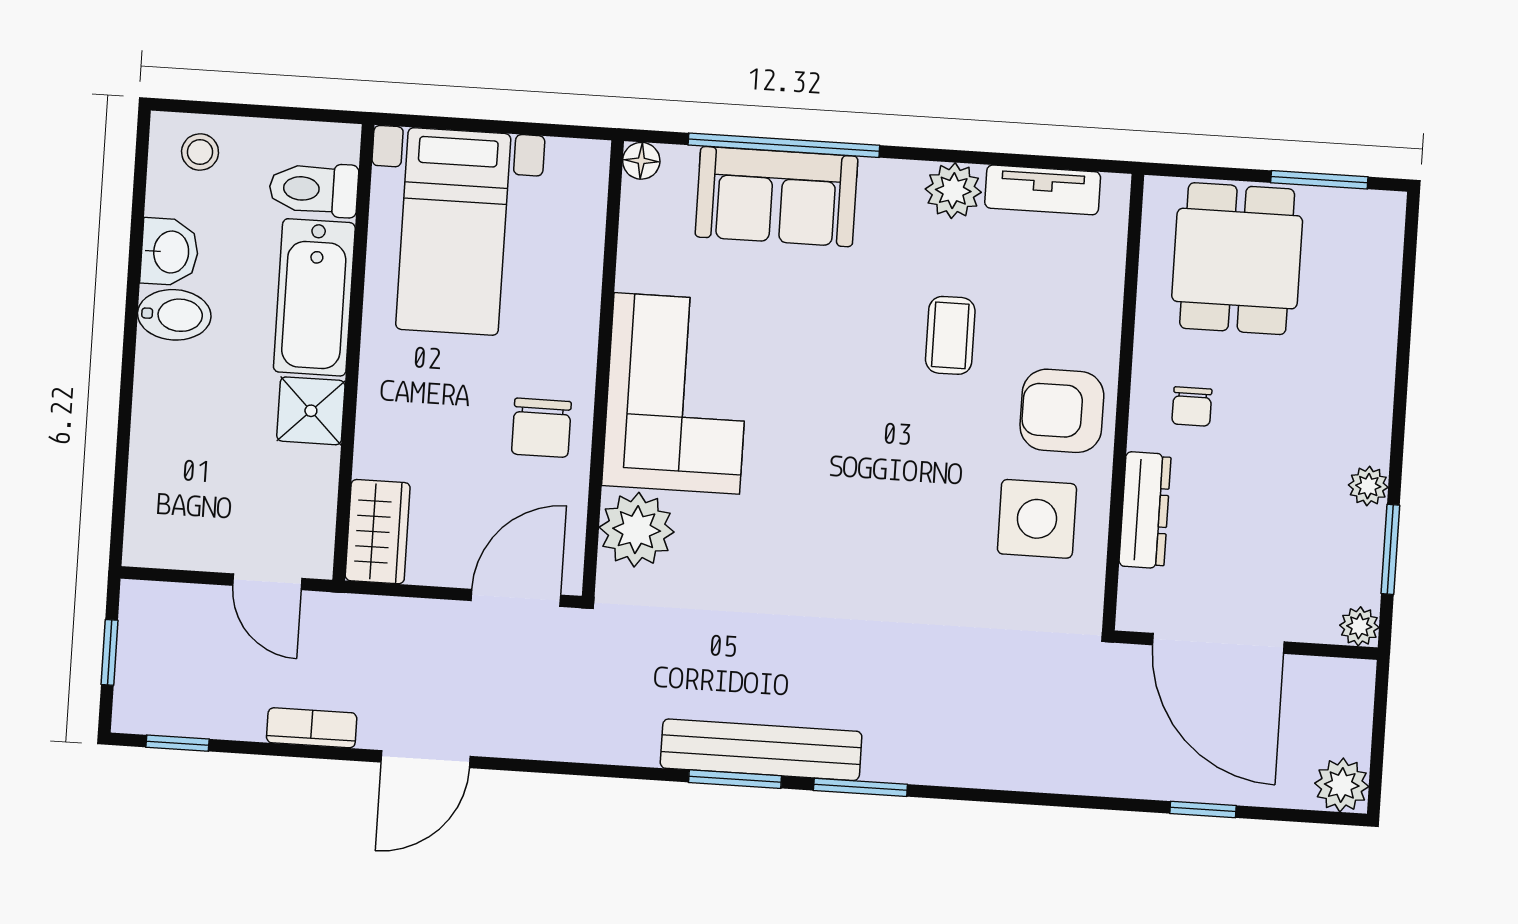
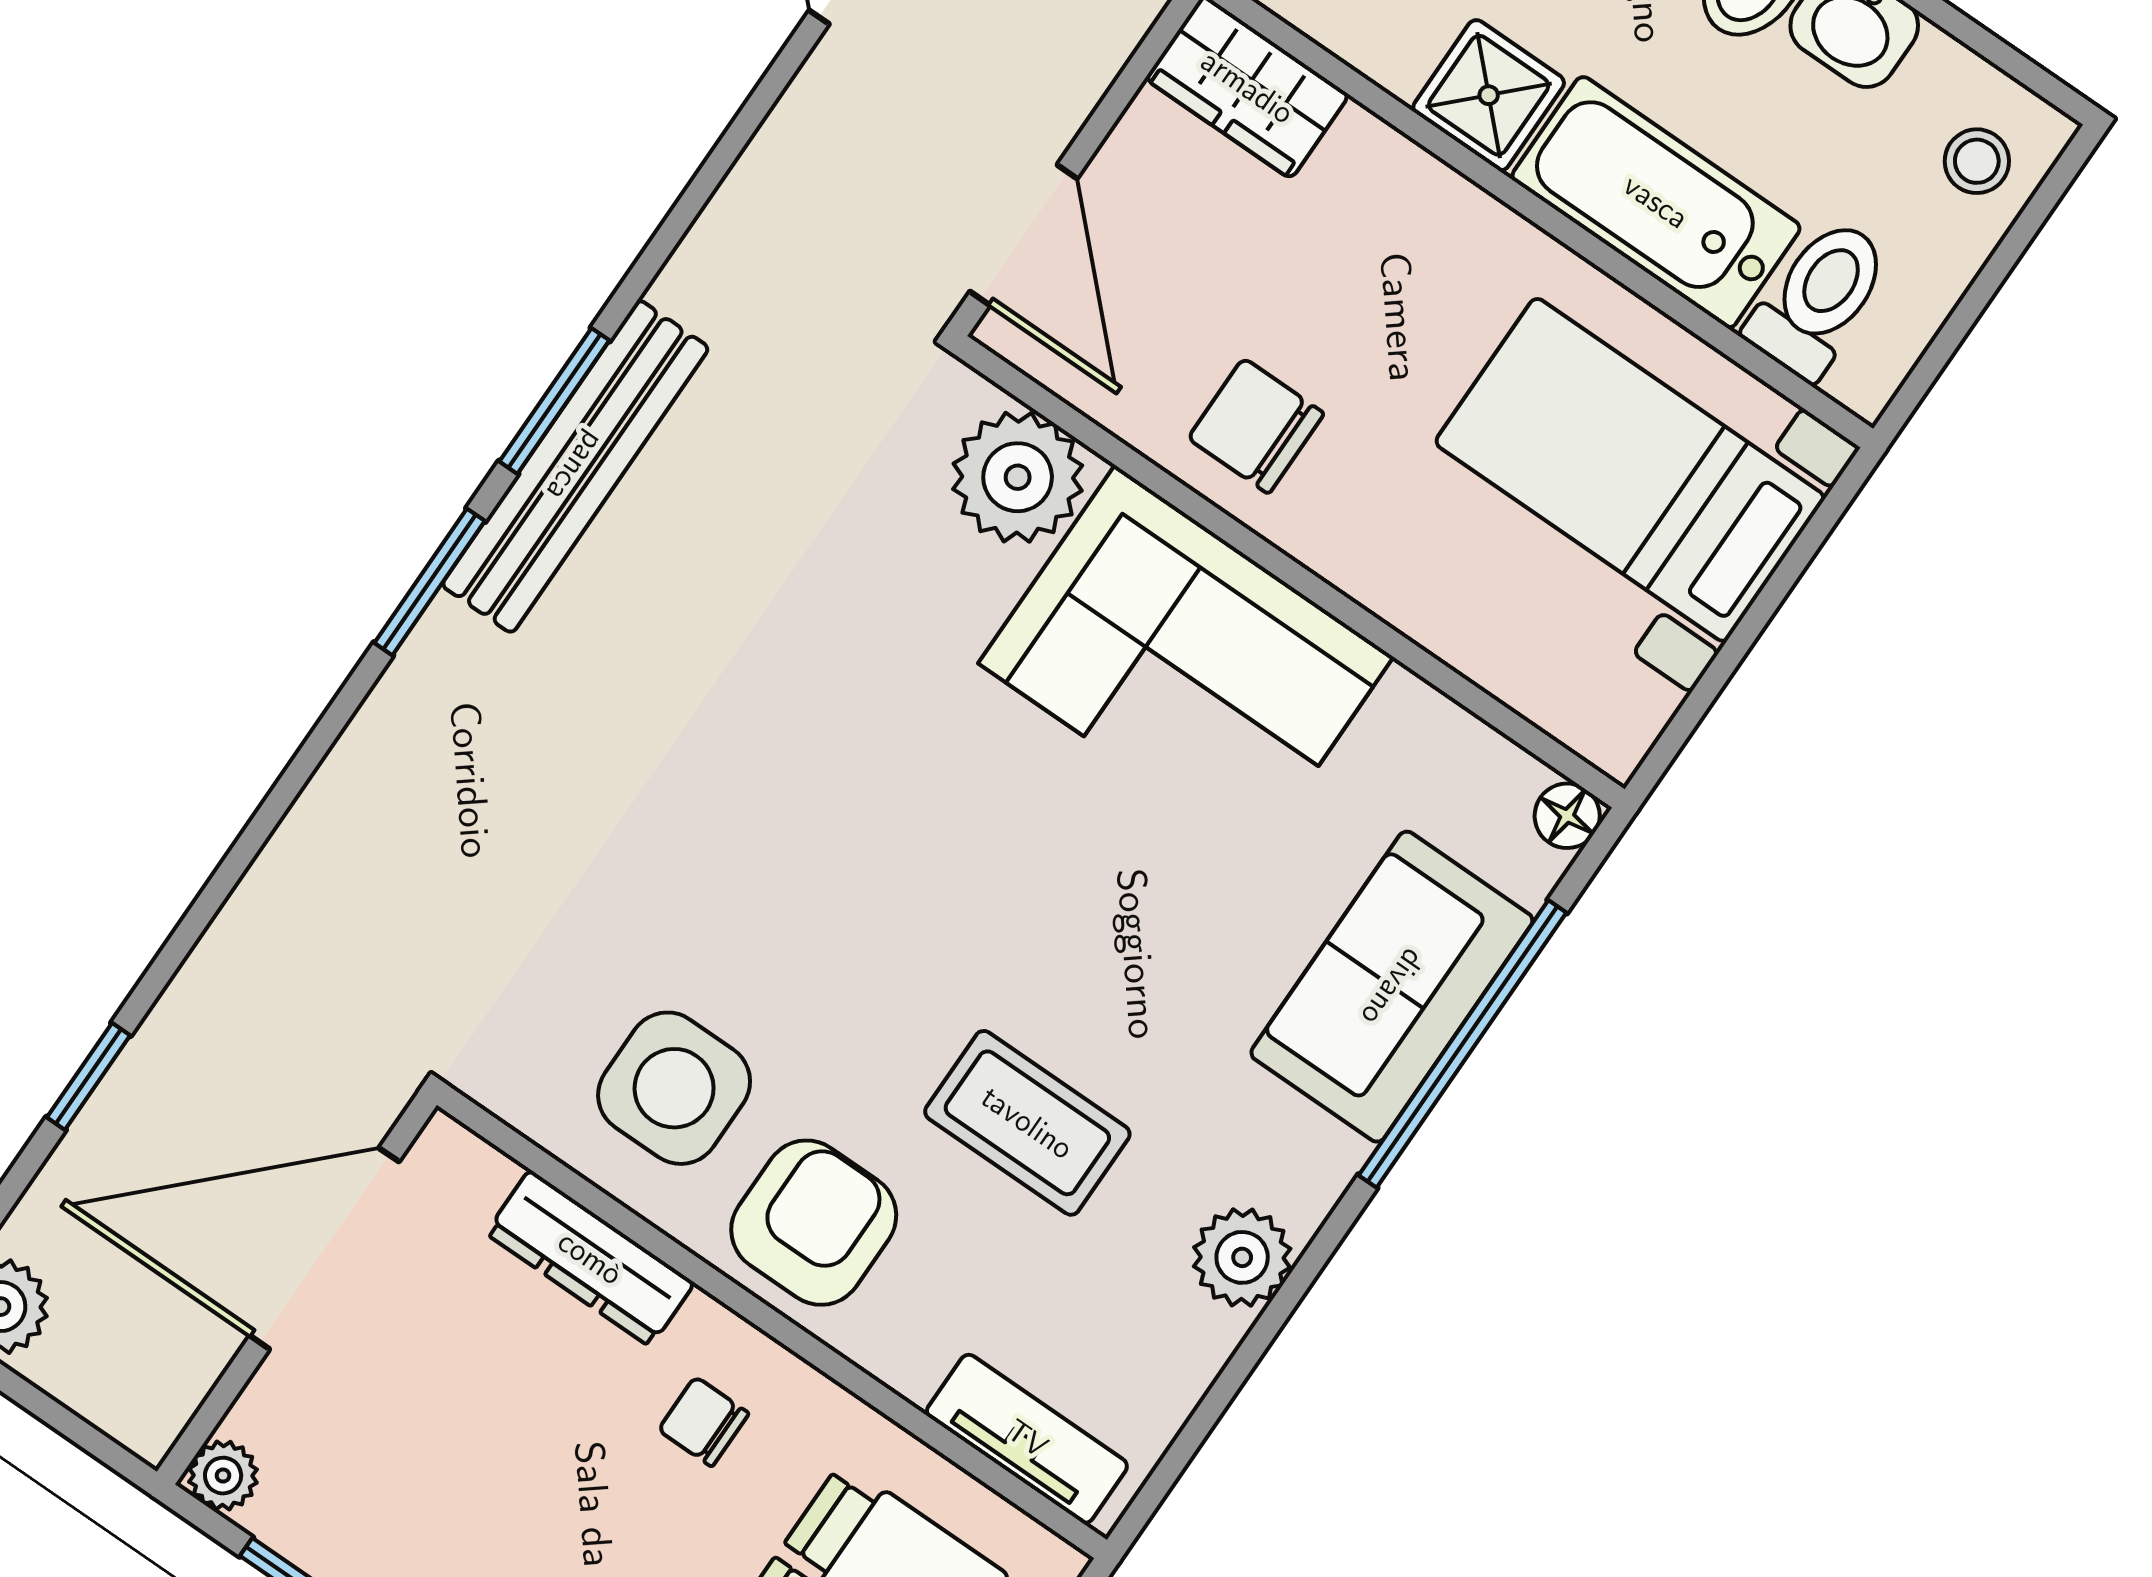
tv unit: (1043, 190) -> (1027, 1439), moved, turned 90
coffee table: (950, 335) -> (1027, 1123), width x1.36, depth x1.30

